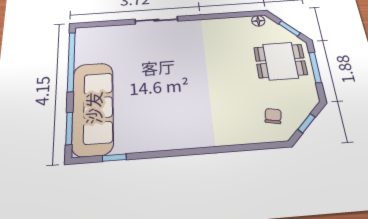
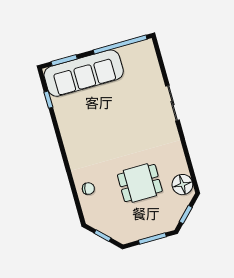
floor lamp: (258, 21) -> (182, 185), width x1.89, depth x1.89
dining table: (280, 61) -> (140, 183), moved, turned 90
chair: (273, 116) -> (88, 189), moved

